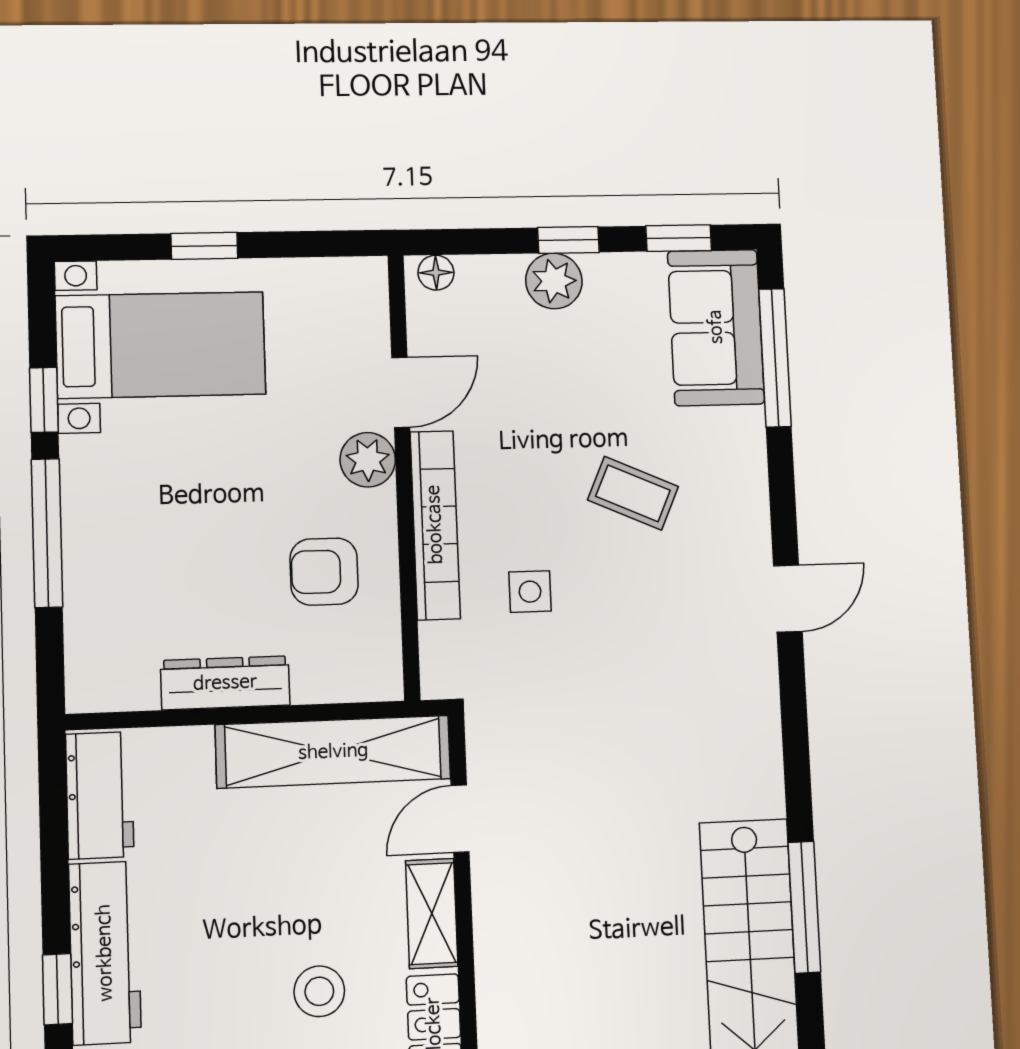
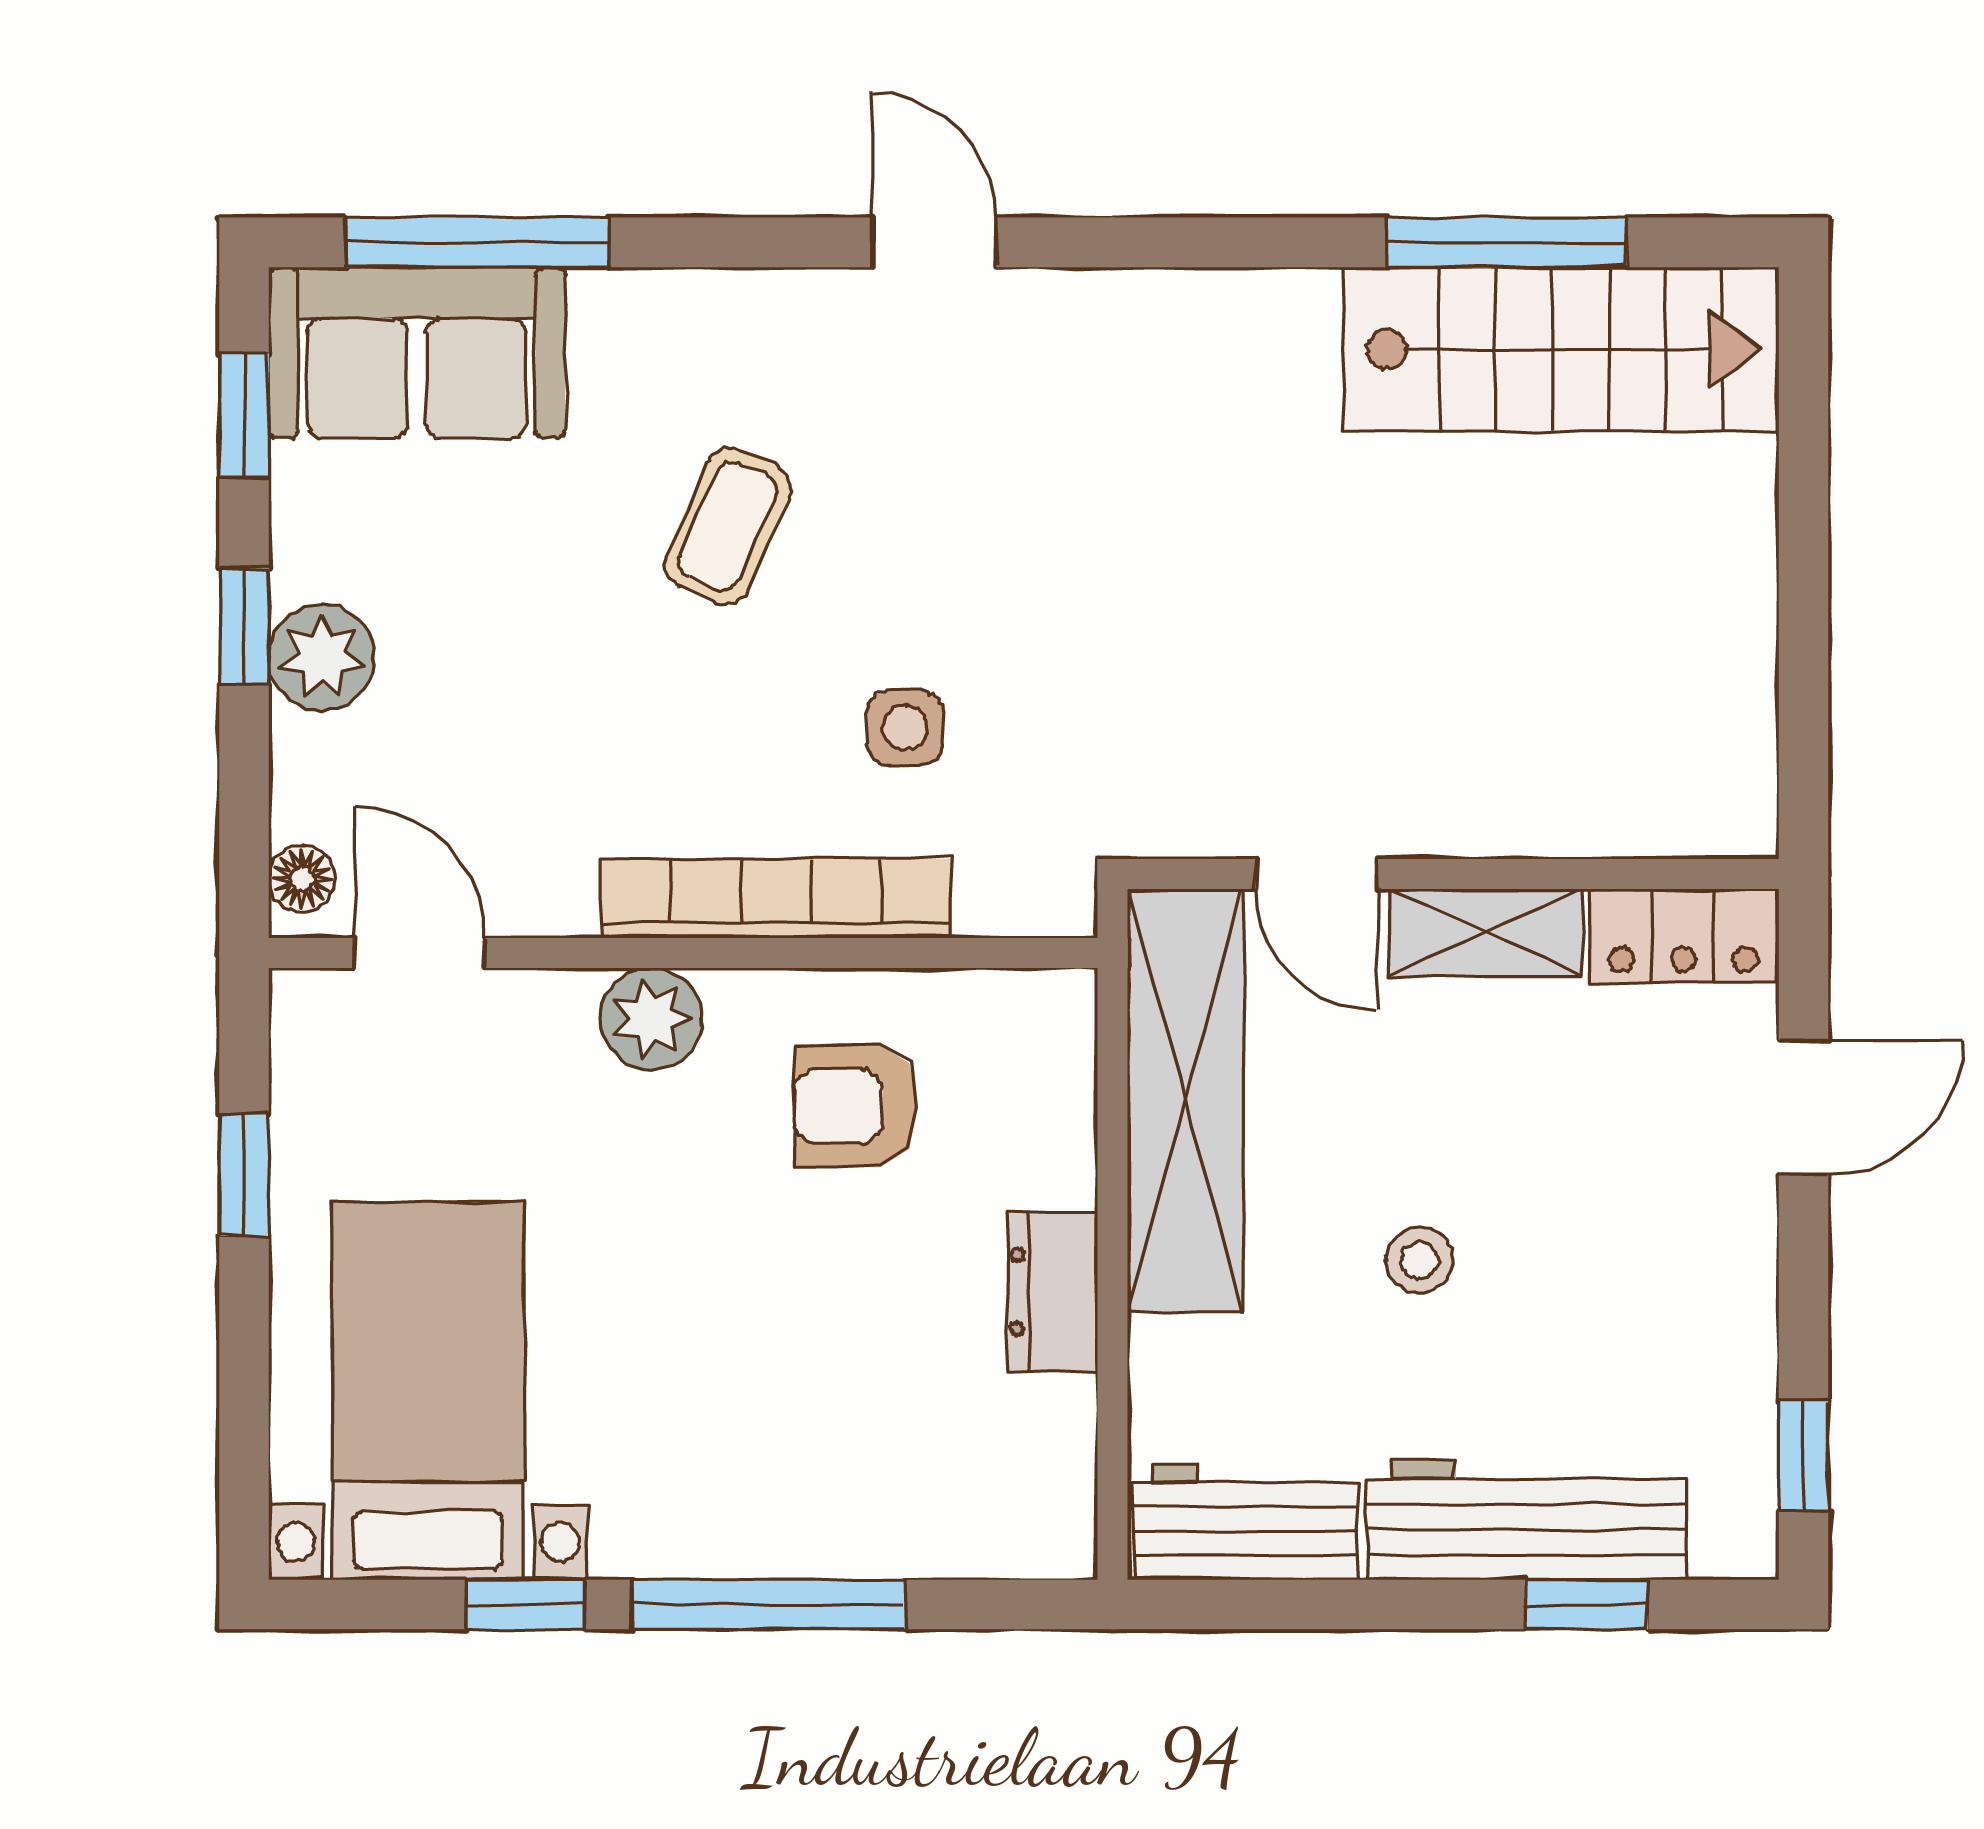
window: (204, 246) -> (244, 1175), moved
door: (401, 392) -> (420, 953), moved
armchair: (324, 572) -> (856, 1106), turned 90
dresser: (225, 683) -> (1053, 1292), width x0.70
stool: (319, 991) -> (1419, 1260), moved, width x0.73, depth x0.73

